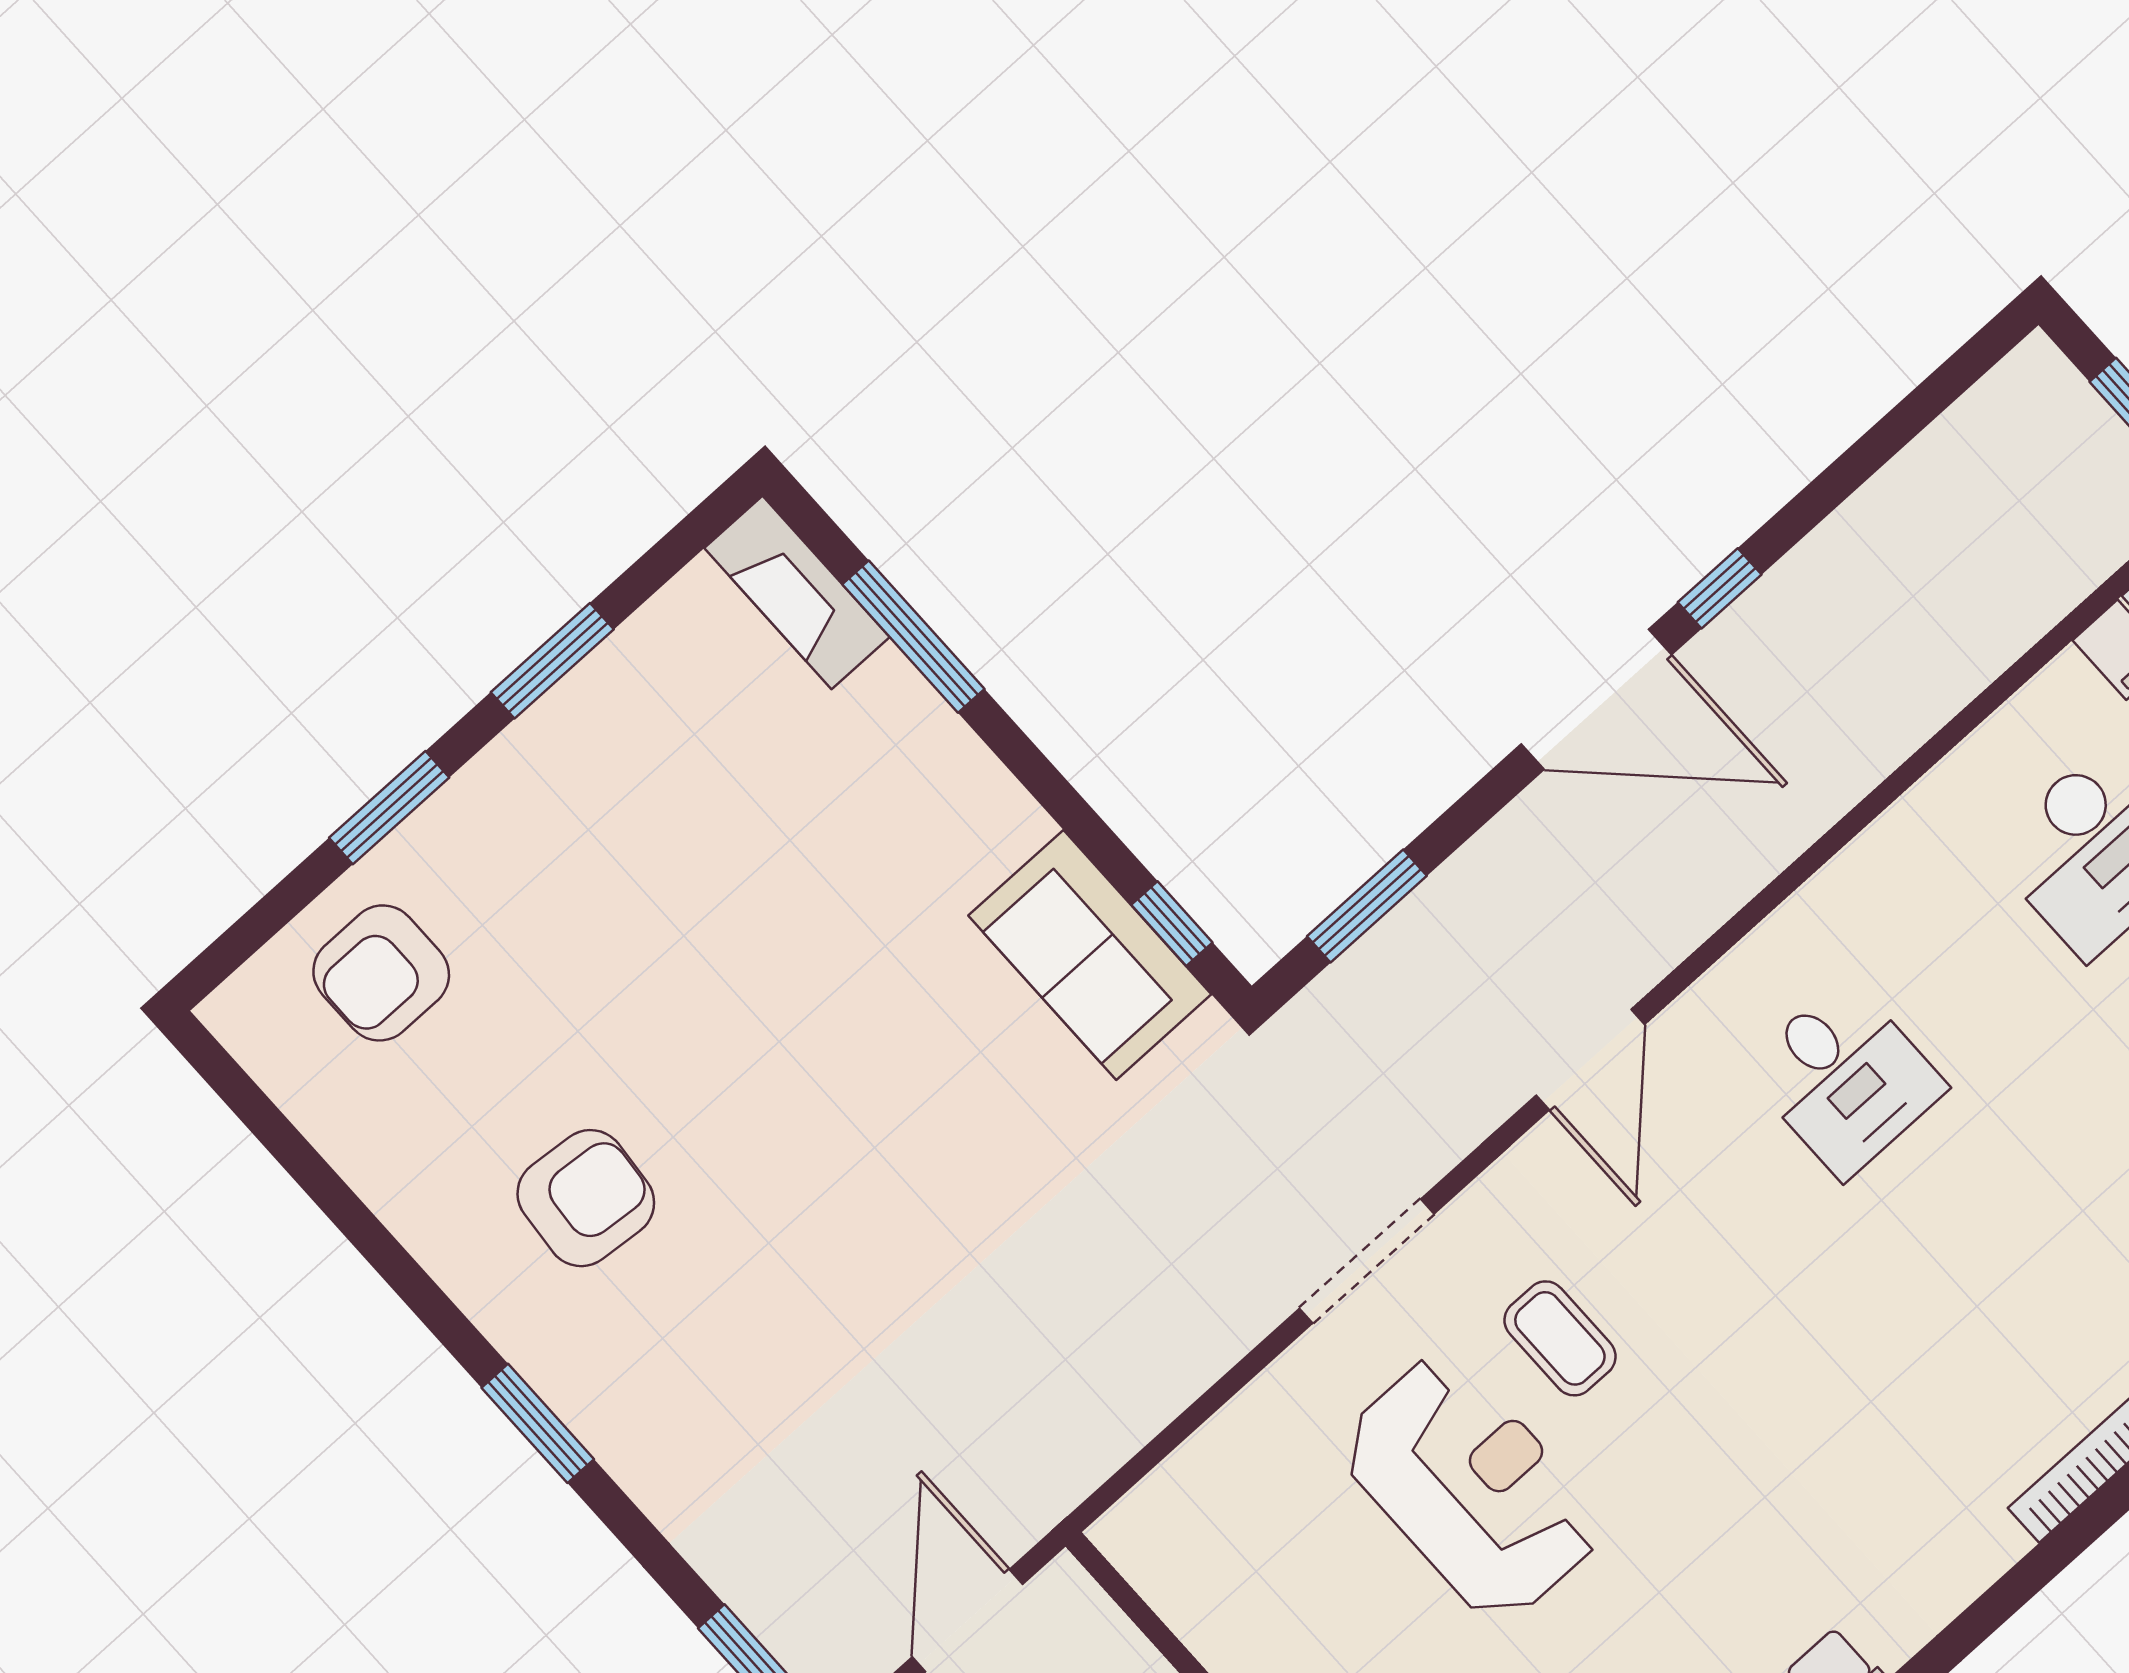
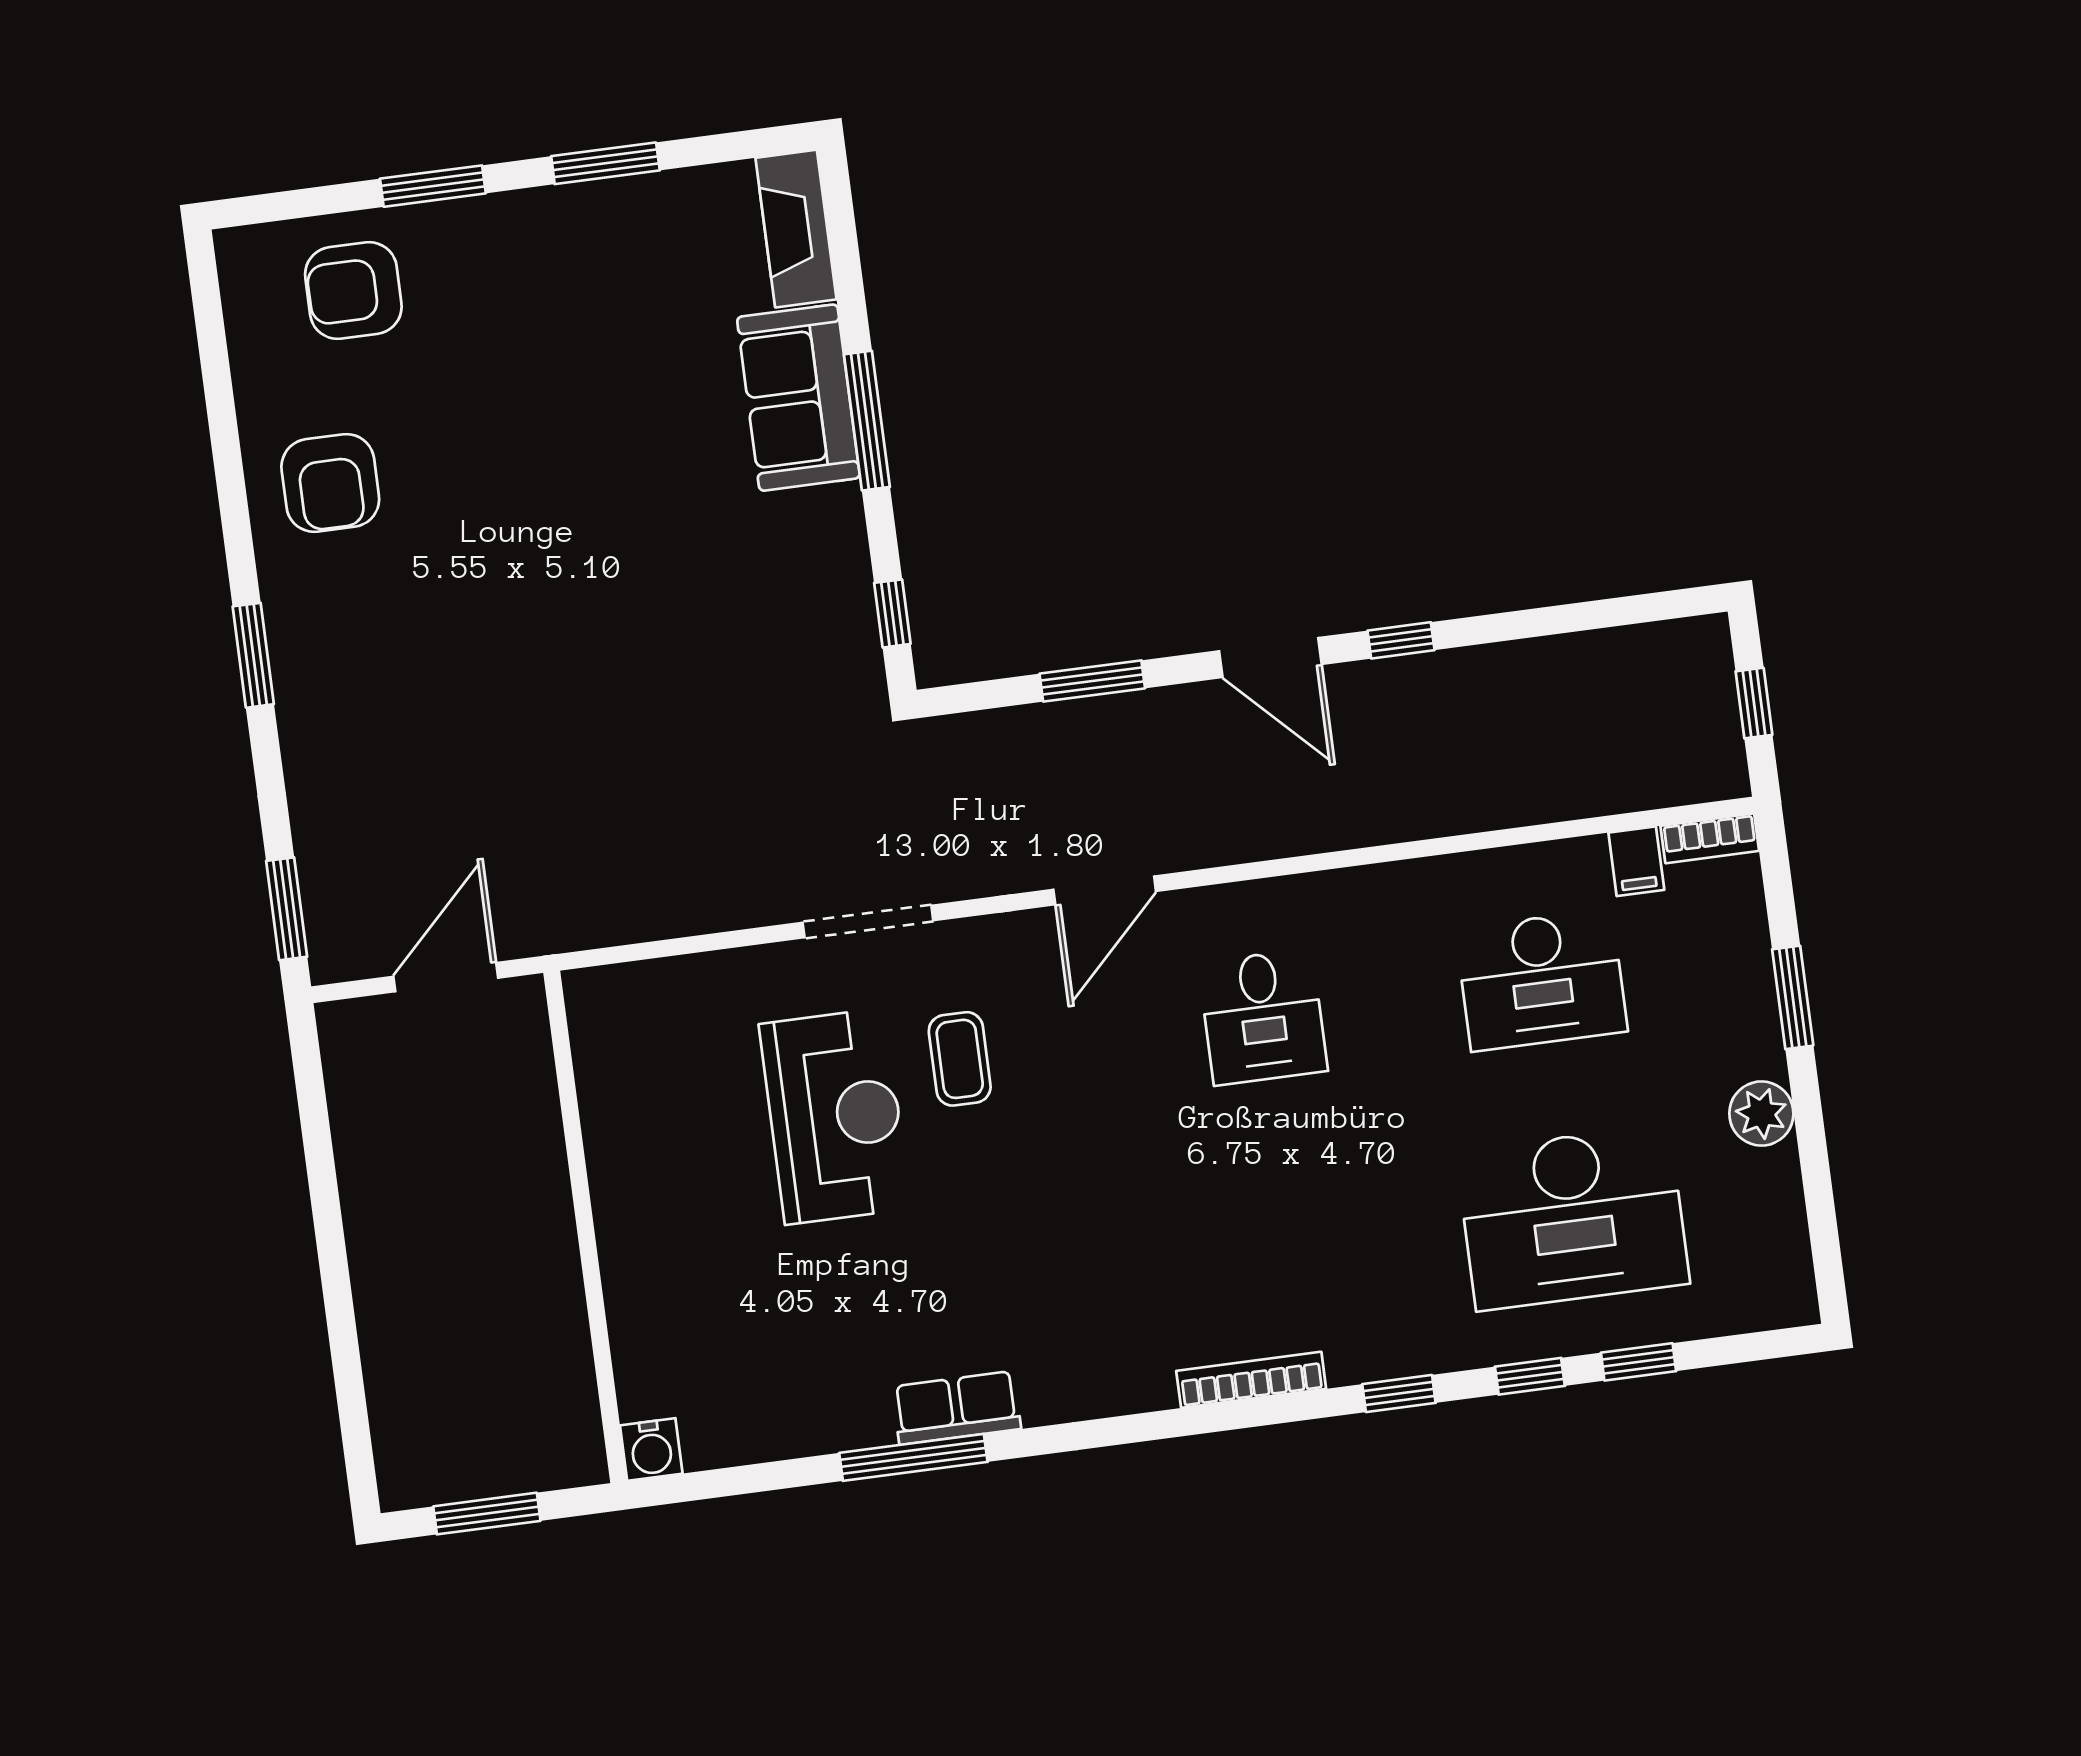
window: (913, 637) -> (867, 421), moved
door: (1596, 699) -> (1270, 658), width x0.73
window: (1367, 906) -> (1092, 681), moved
sofa: (1090, 955) -> (798, 398), moved
armchair: (586, 1198) -> (330, 483), moved, turned 85

